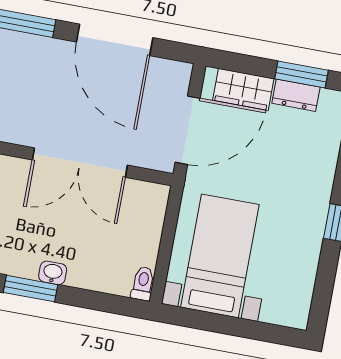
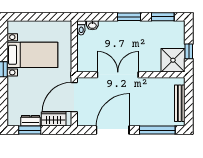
door: (115, 40) -> (113, 130), hinge flipped
bed with nightstands: (220, 256) -> (32, 55), moved, turned -90
washbasin: (53, 273) -> (92, 25), moved

